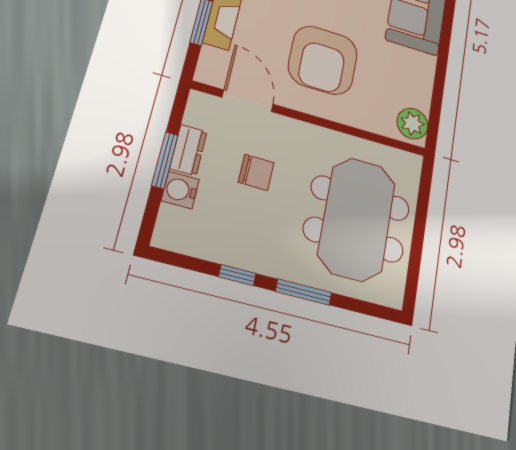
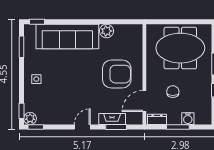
plant: (412, 124) -> (107, 31), moved
dresser: (188, 150) -> (157, 119), moved

